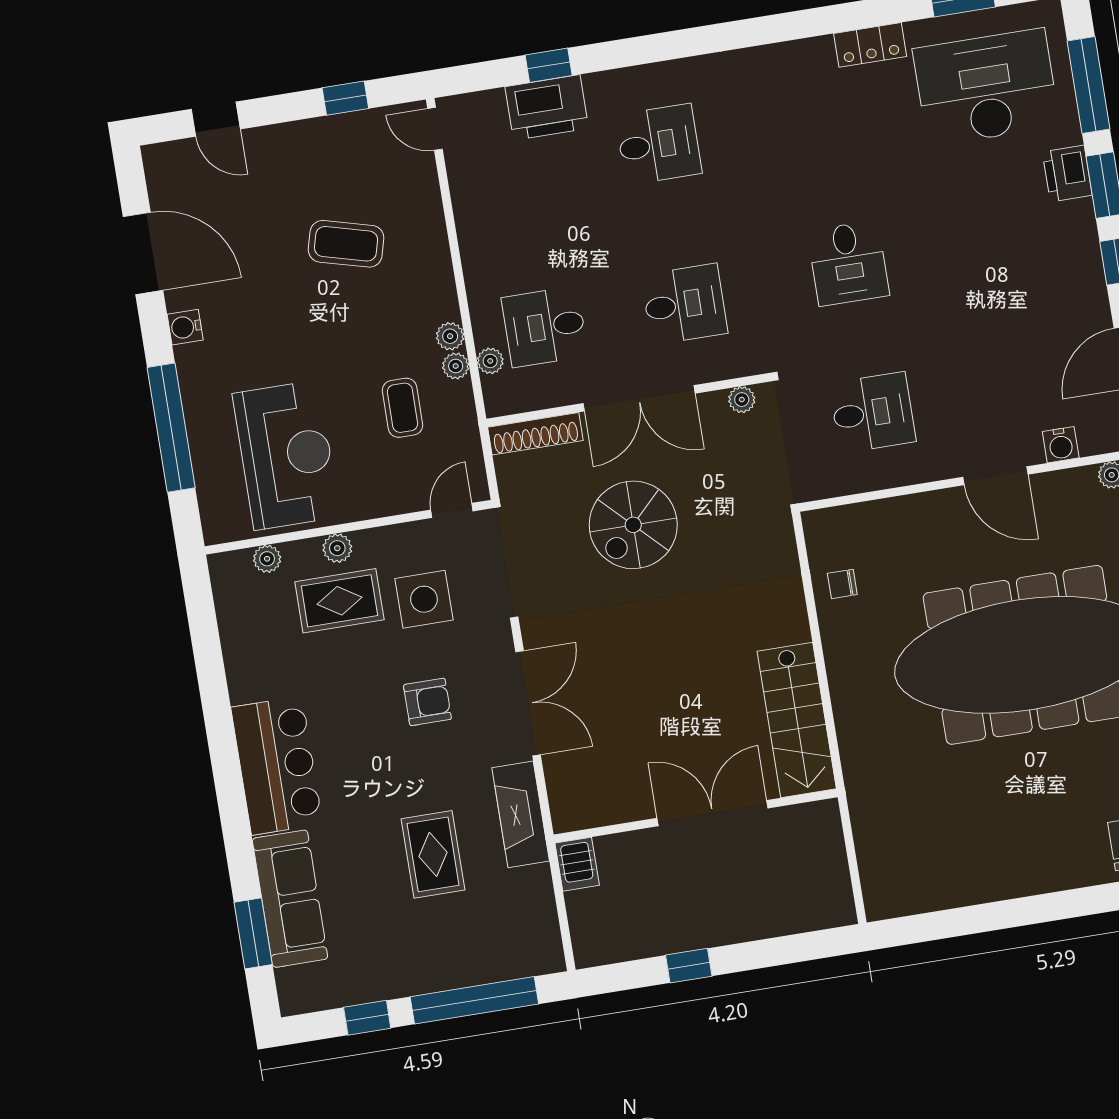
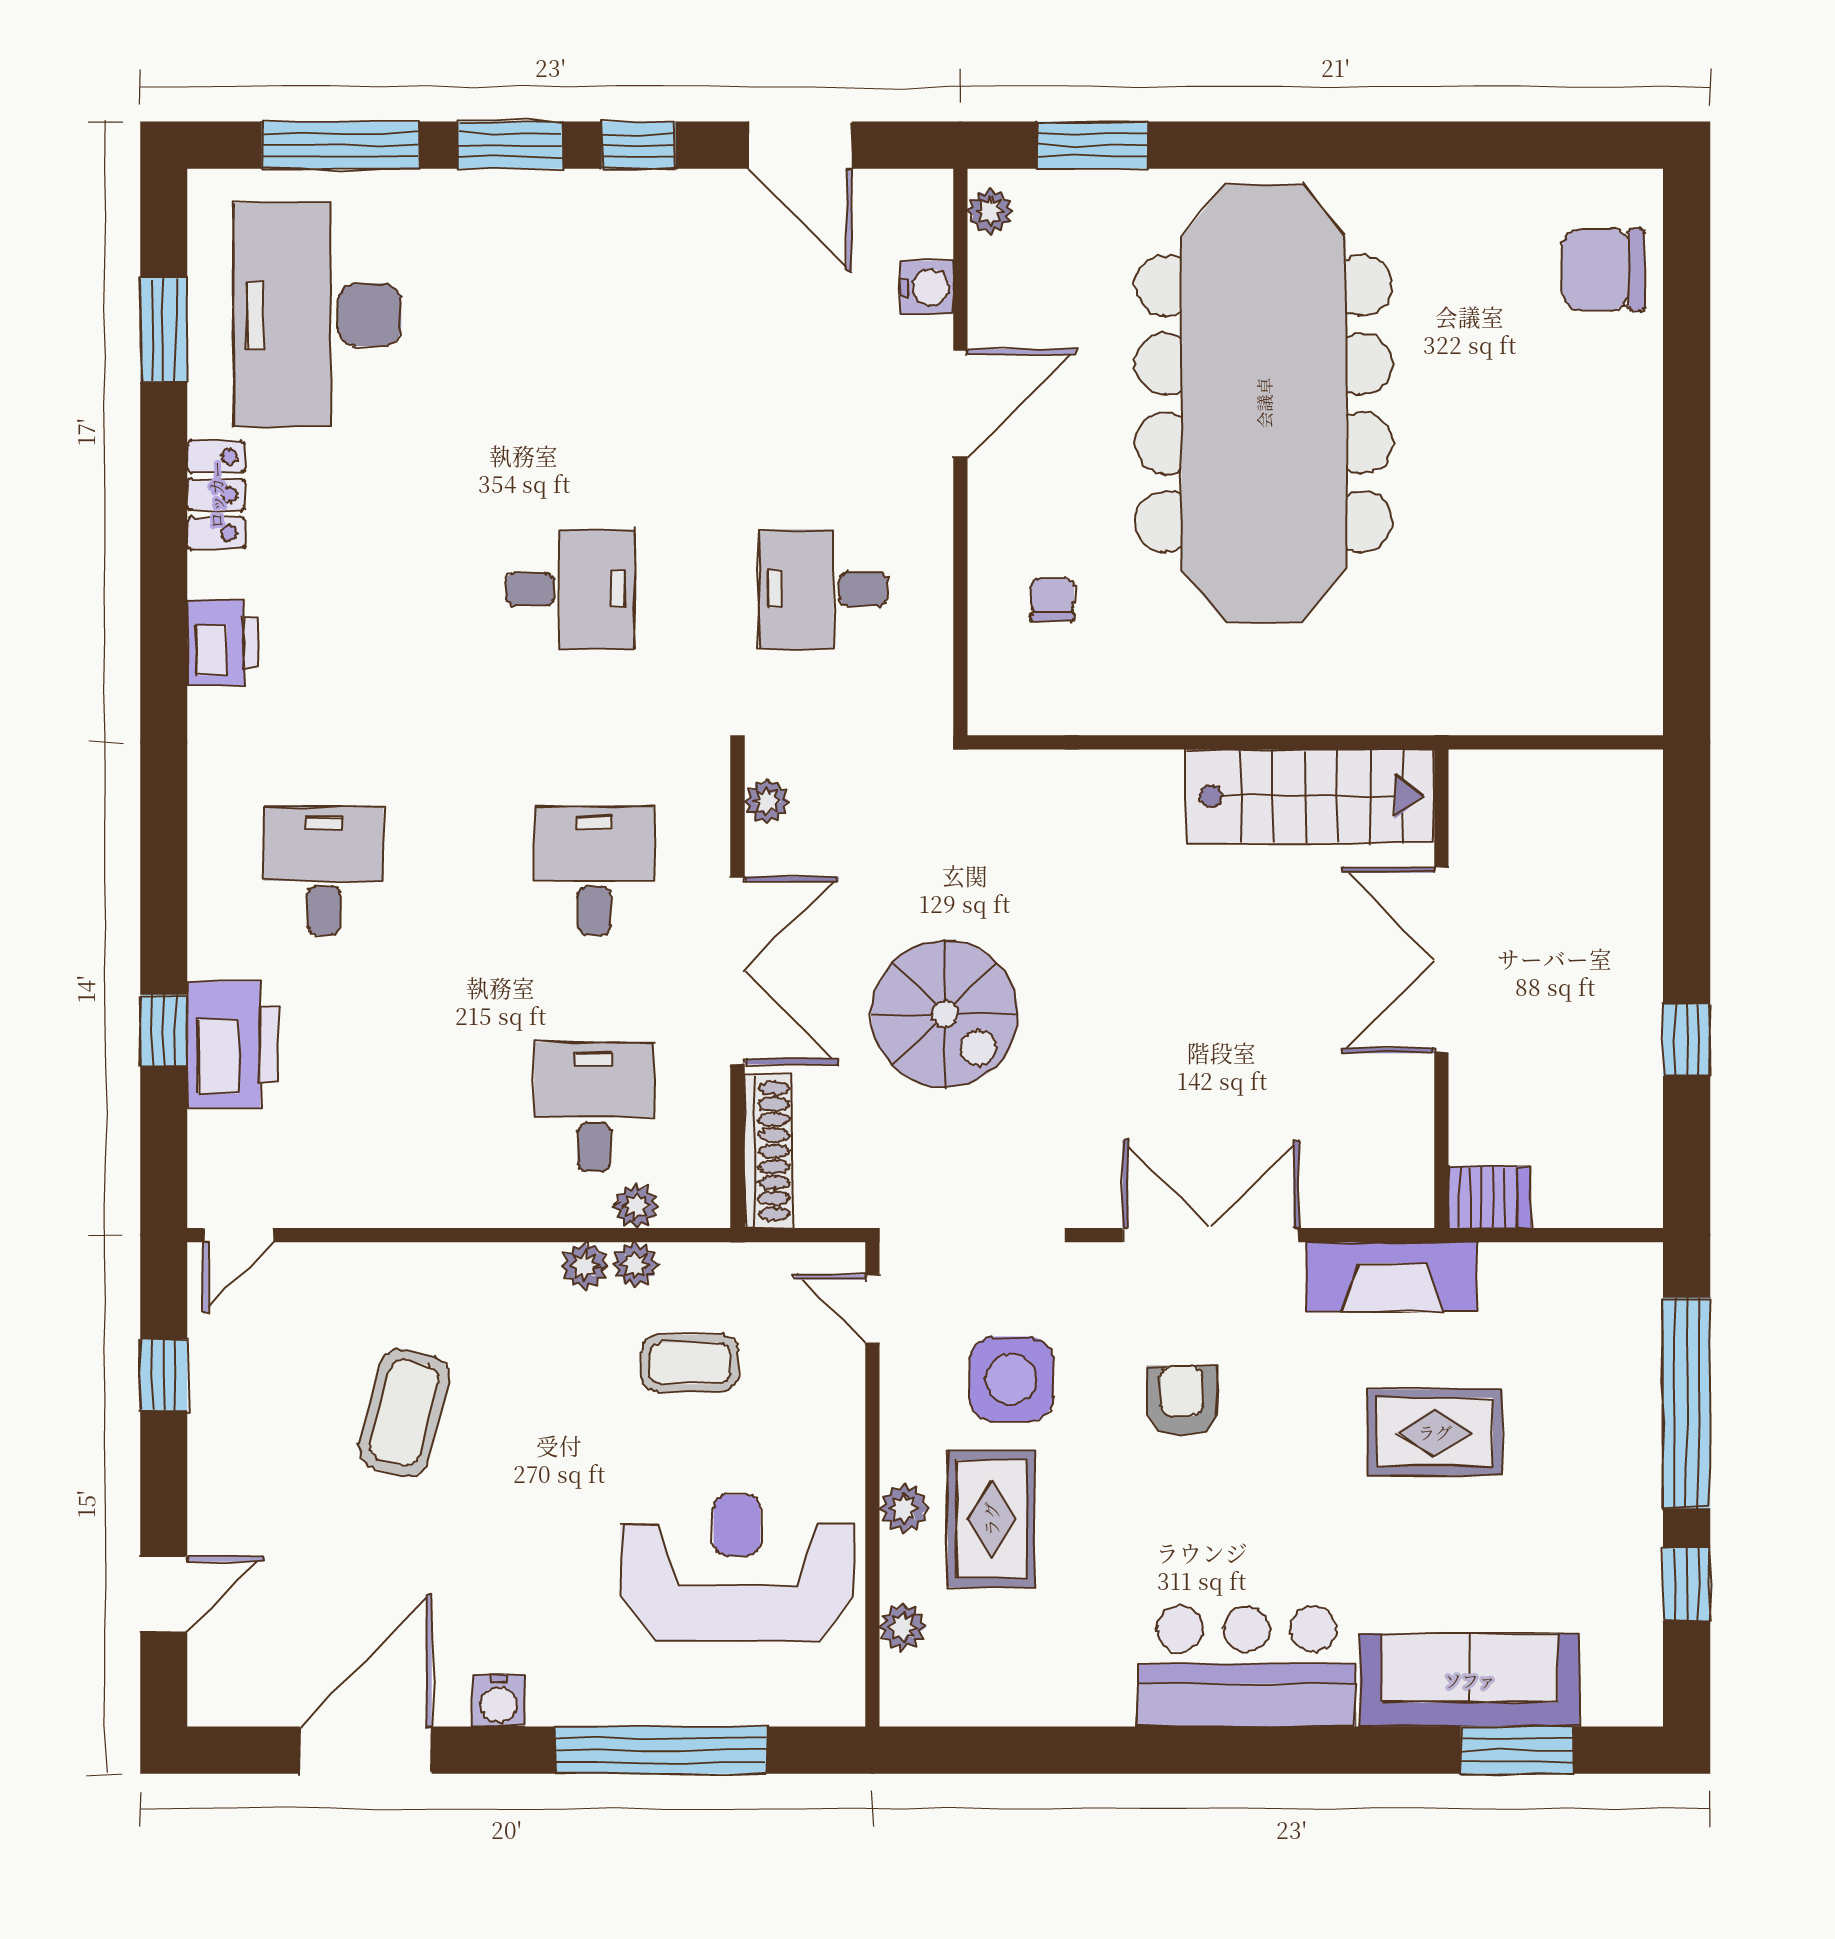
printer: (1067, 174) -> (223, 643), moved, turned -90
desk: (545, 327) -> (594, 1107), turned 180
desk: (873, 413) -> (823, 589), turned -90
chair: (842, 584) -> (1052, 600), moved, turned 180

